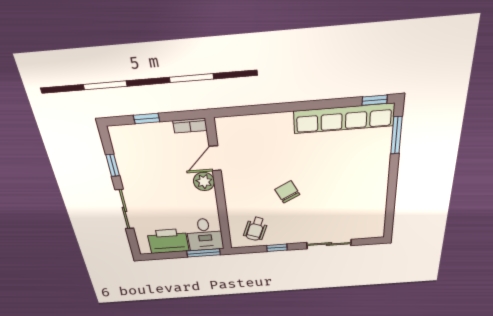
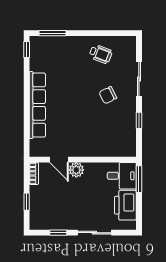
row of seats: (344, 118) -> (37, 105), moved
chair: (287, 192) -> (108, 95), moved
wheelchair: (256, 229) -> (101, 54), moved

